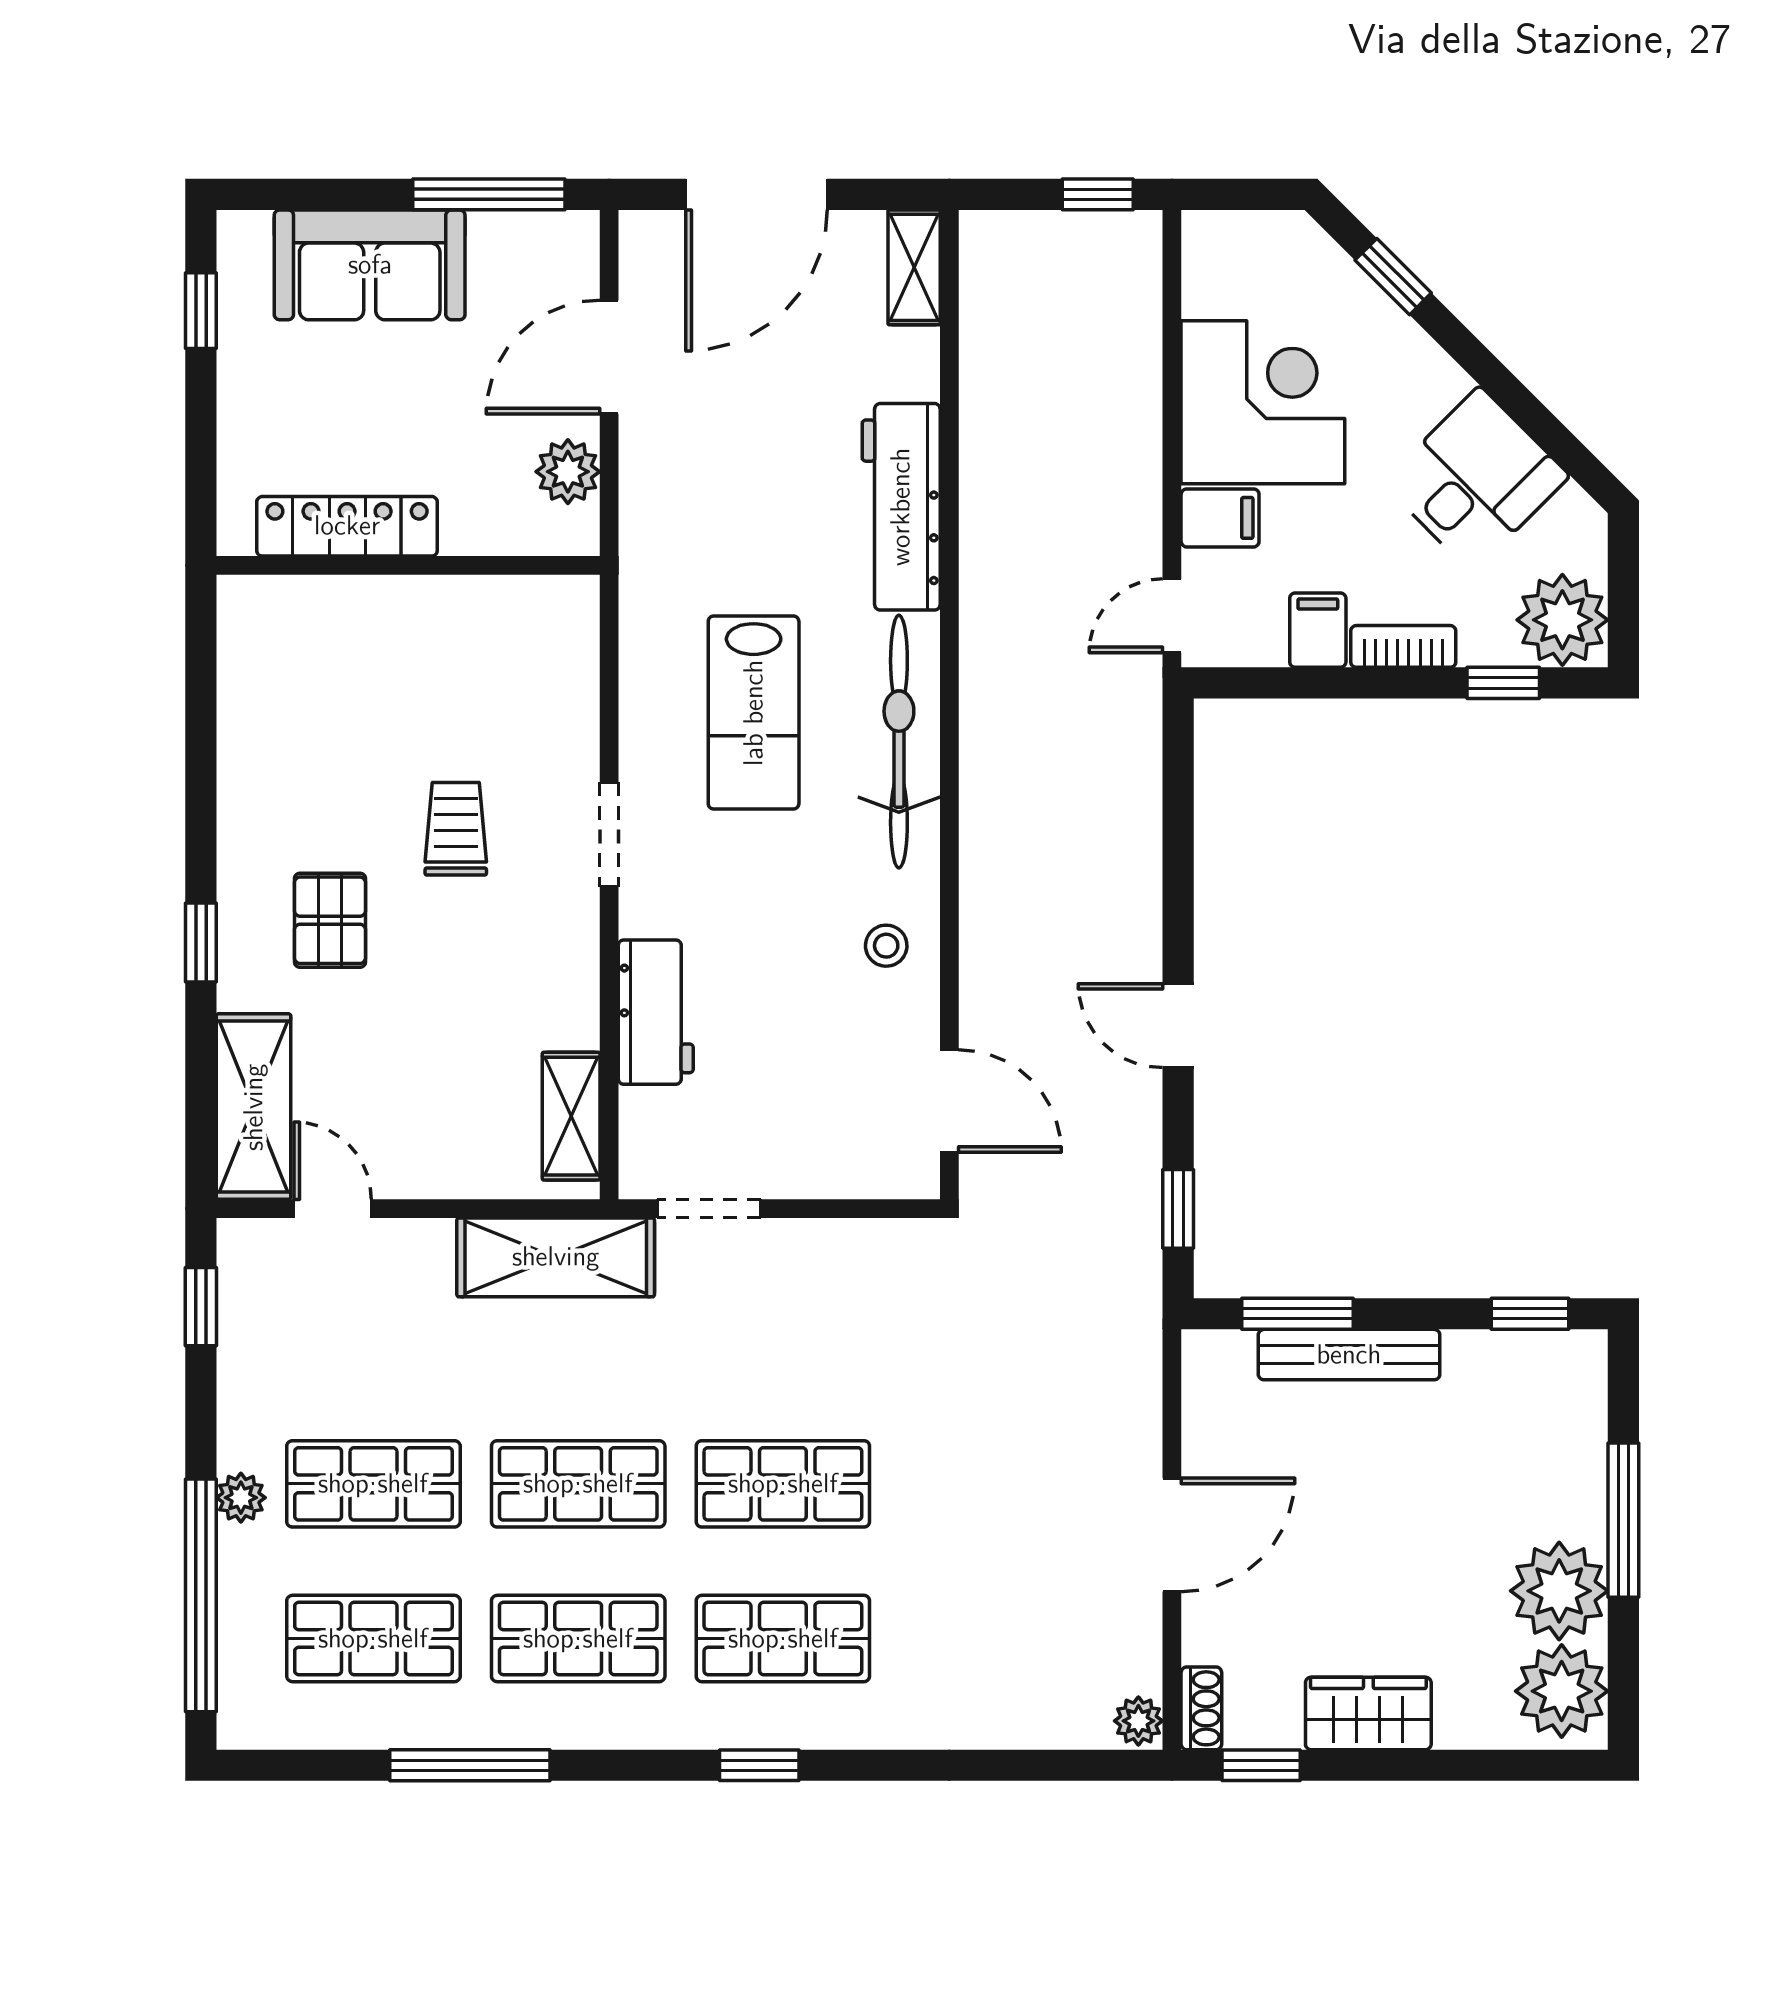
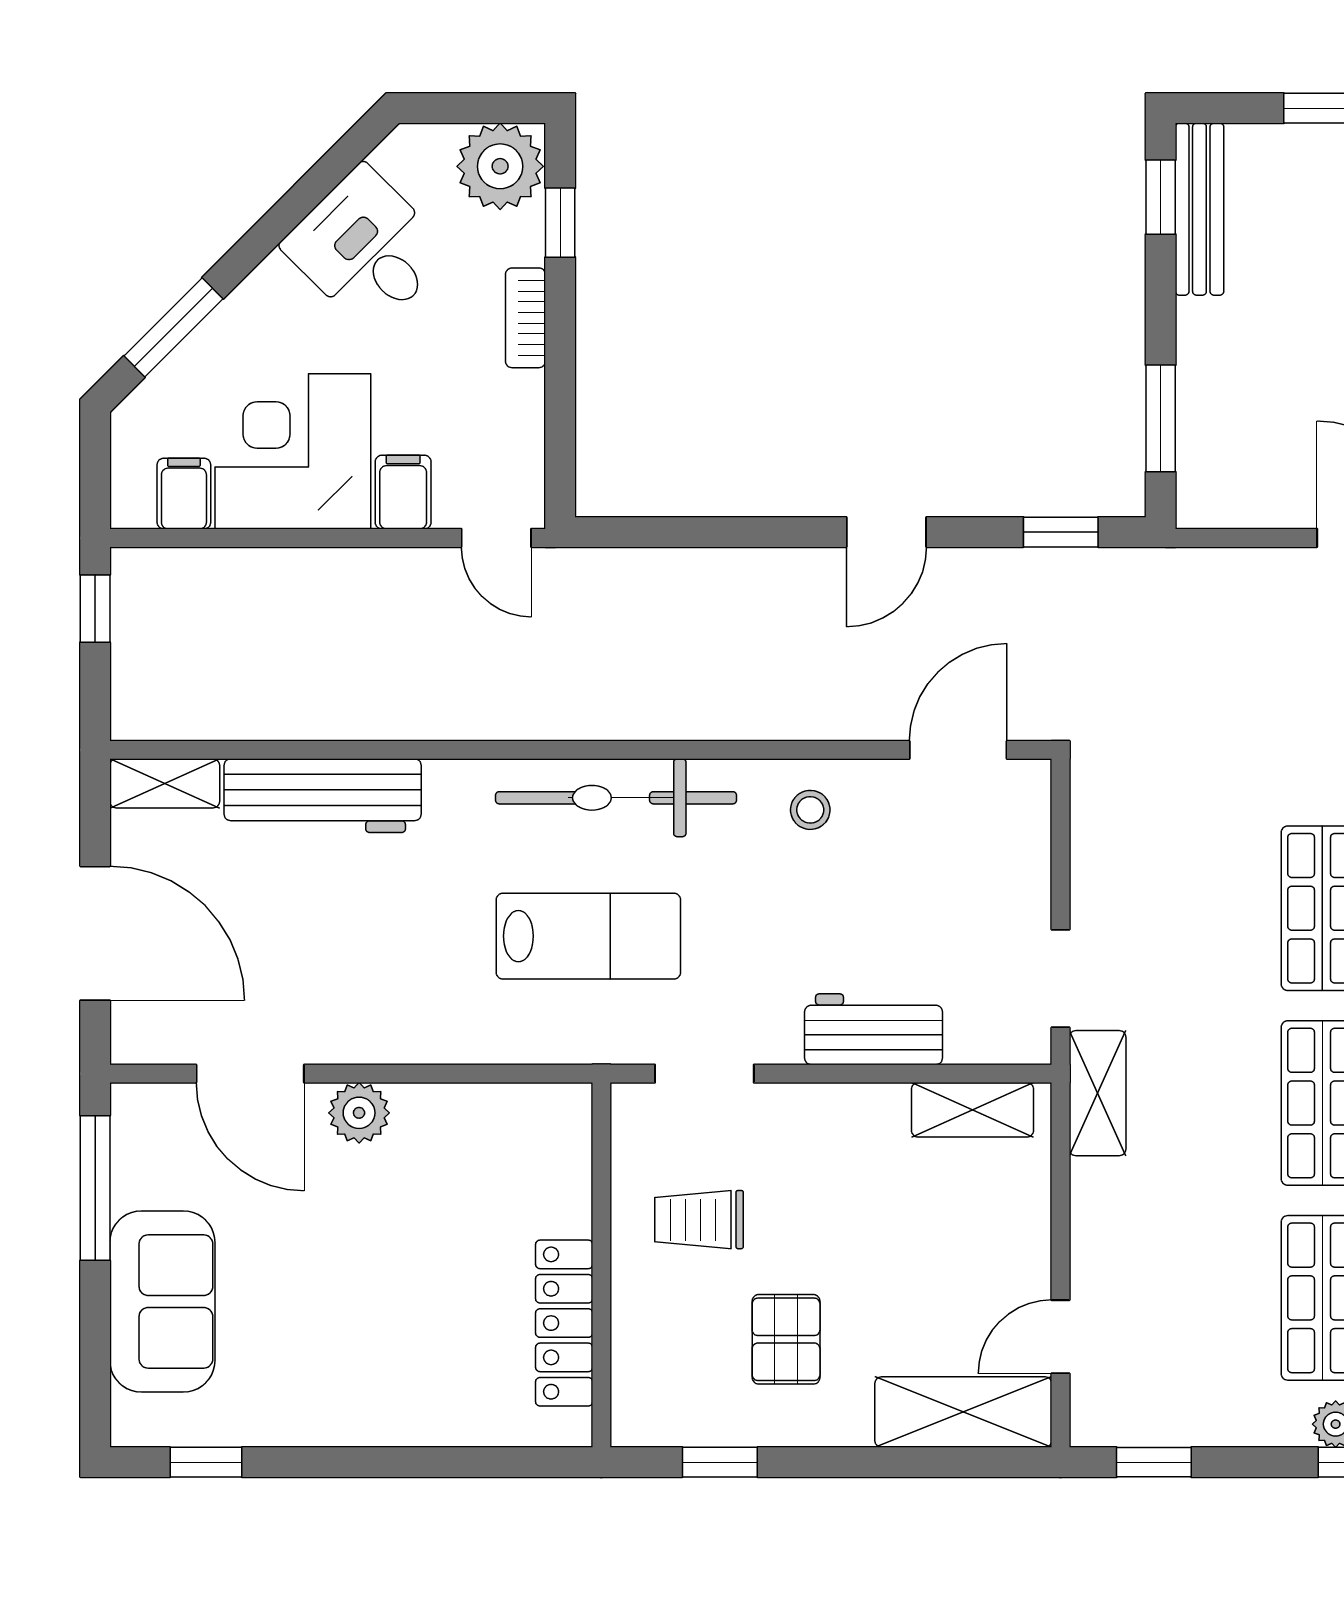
window: (1393, 277) -> (173, 327), width x1.50
workbench: (901, 507) -> (323, 796), moved
locker: (347, 526) -> (564, 1323), moved
wall: (408, 565) -> (601, 1265), moved
filing cabinet: (1318, 630) -> (184, 494), moved, turned 90
pallet: (330, 920) -> (786, 1339), turned 90
window: (201, 943) -> (720, 1462), moved
shelving: (556, 1257) -> (1098, 1093), width x0.67, depth x0.75
bench: (1349, 1355) -> (1199, 209), moved

